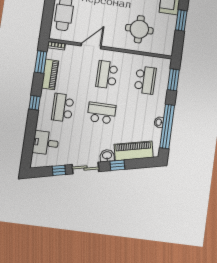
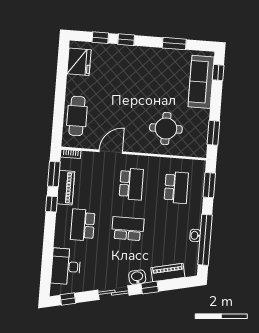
window: (181, 20) -> (213, 133), moved
school desk: (107, 75) -> (131, 184), turned 180
window: (35, 103) -> (52, 204), moved
desk: (46, 143) -> (66, 266), width x1.37
piano: (134, 151) -> (168, 272), width x0.73, depth x0.75
window: (59, 170) -> (68, 299), moved

